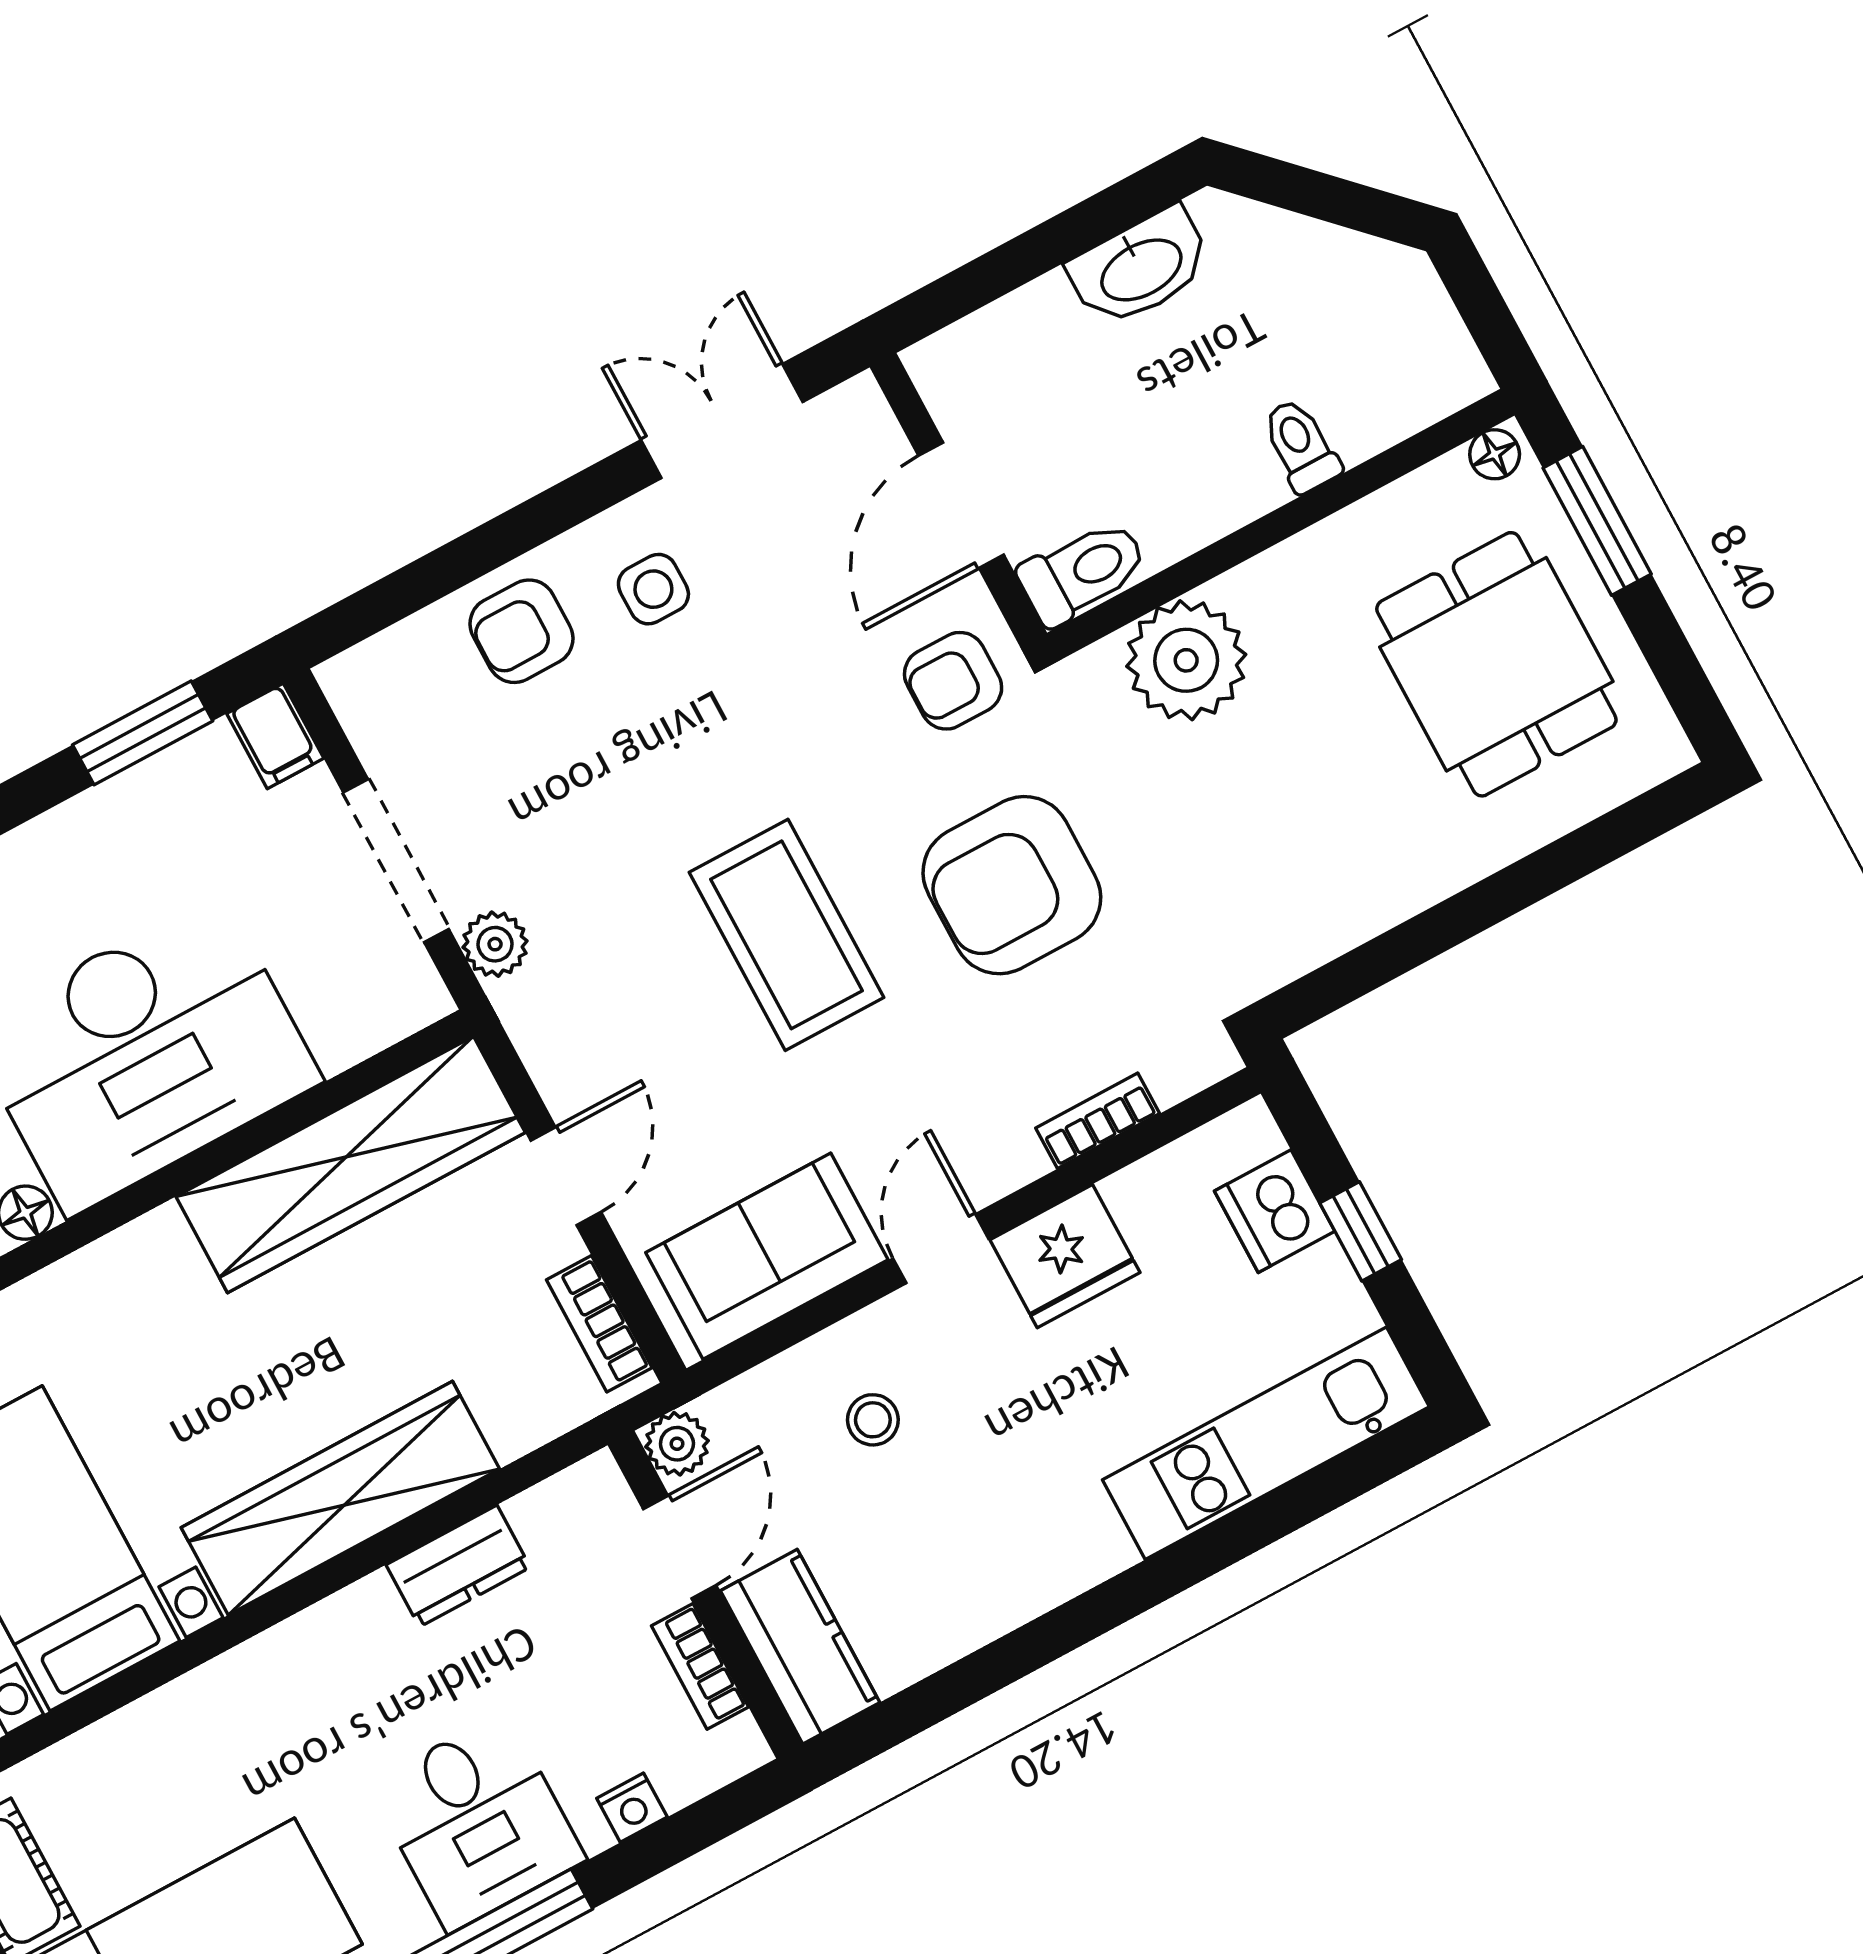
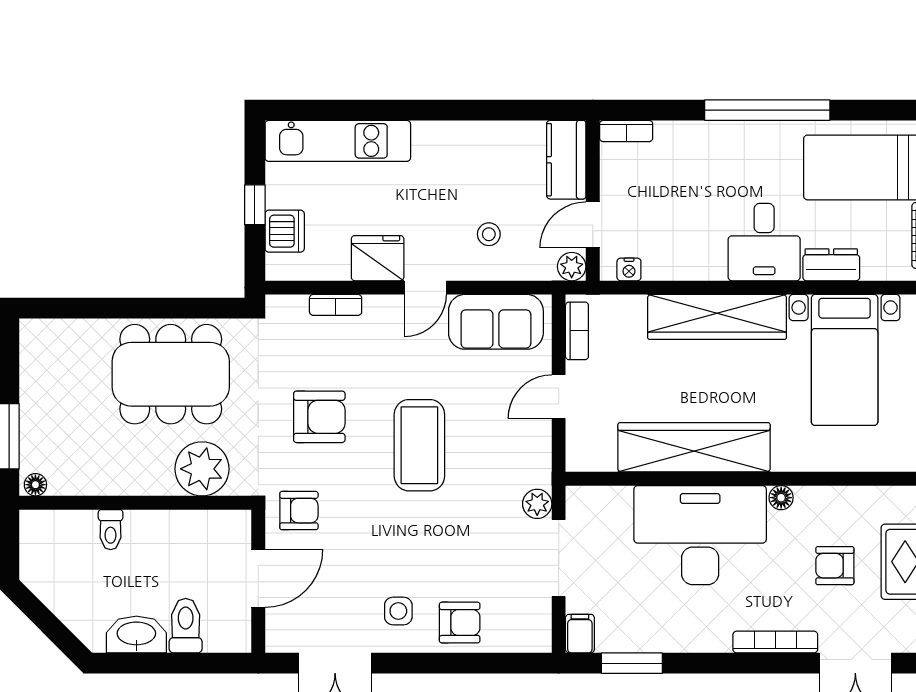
toilet: (1083, 572) -> (186, 626), moved, turned 90
dining table: (1496, 664) -> (171, 374), moved, width x1.38
armchair: (1012, 885) -> (319, 417), width x0.73, depth x0.73
wardrobe: (351, 1164) -> (694, 447), moved
dresser: (458, 1566) -> (831, 265), moved
bookcase: (700, 1666) -> (626, 131), moved, turned 90
nightstand: (632, 1808) -> (629, 269), moved, turned 180
desk: (477, 1822) -> (764, 242), moved, turned 180

